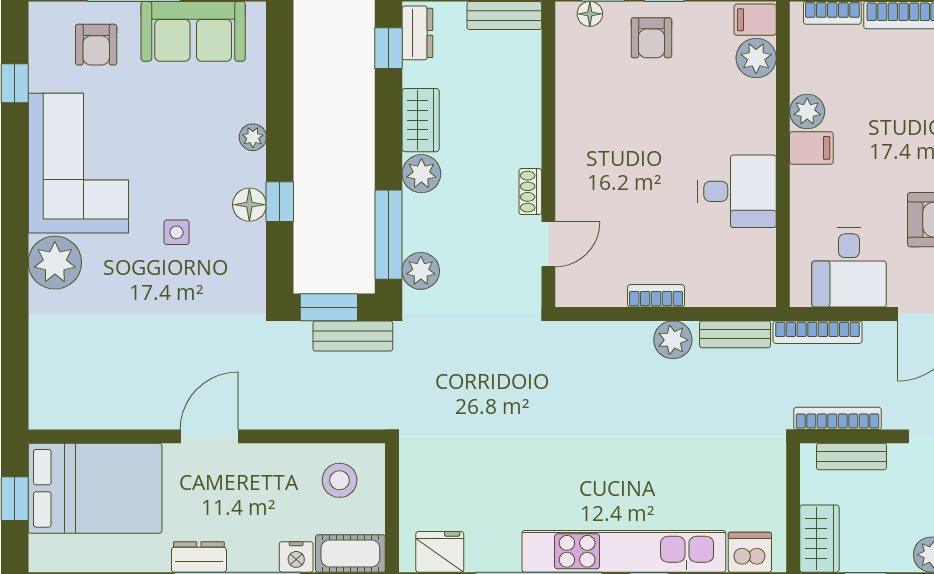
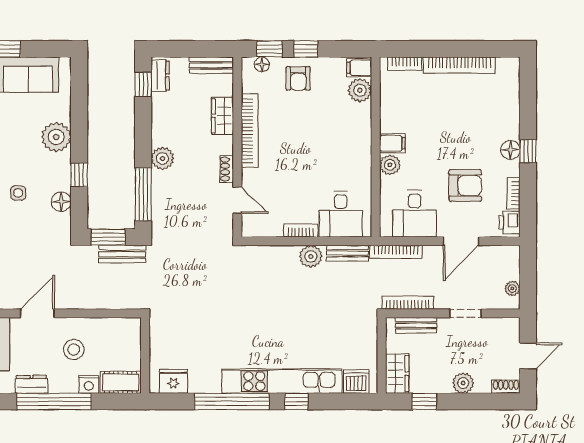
plant: (807, 111) -> (390, 165), moved
wardrobe: (421, 120) -> (223, 116), moved, turned 180
bookcase: (569, 126) -> (250, 131), added
plant: (253, 137) -> (56, 137), width x1.88, depth x1.88
desk: (737, 191) -> (341, 214), moved, turned 90
floor lamp: (249, 205) -> (61, 202), moved
door: (548, 244) -> (237, 200), hinge flipped
plant: (421, 271) -> (162, 216), removed
stool: (340, 480) -> (74, 350), moved

